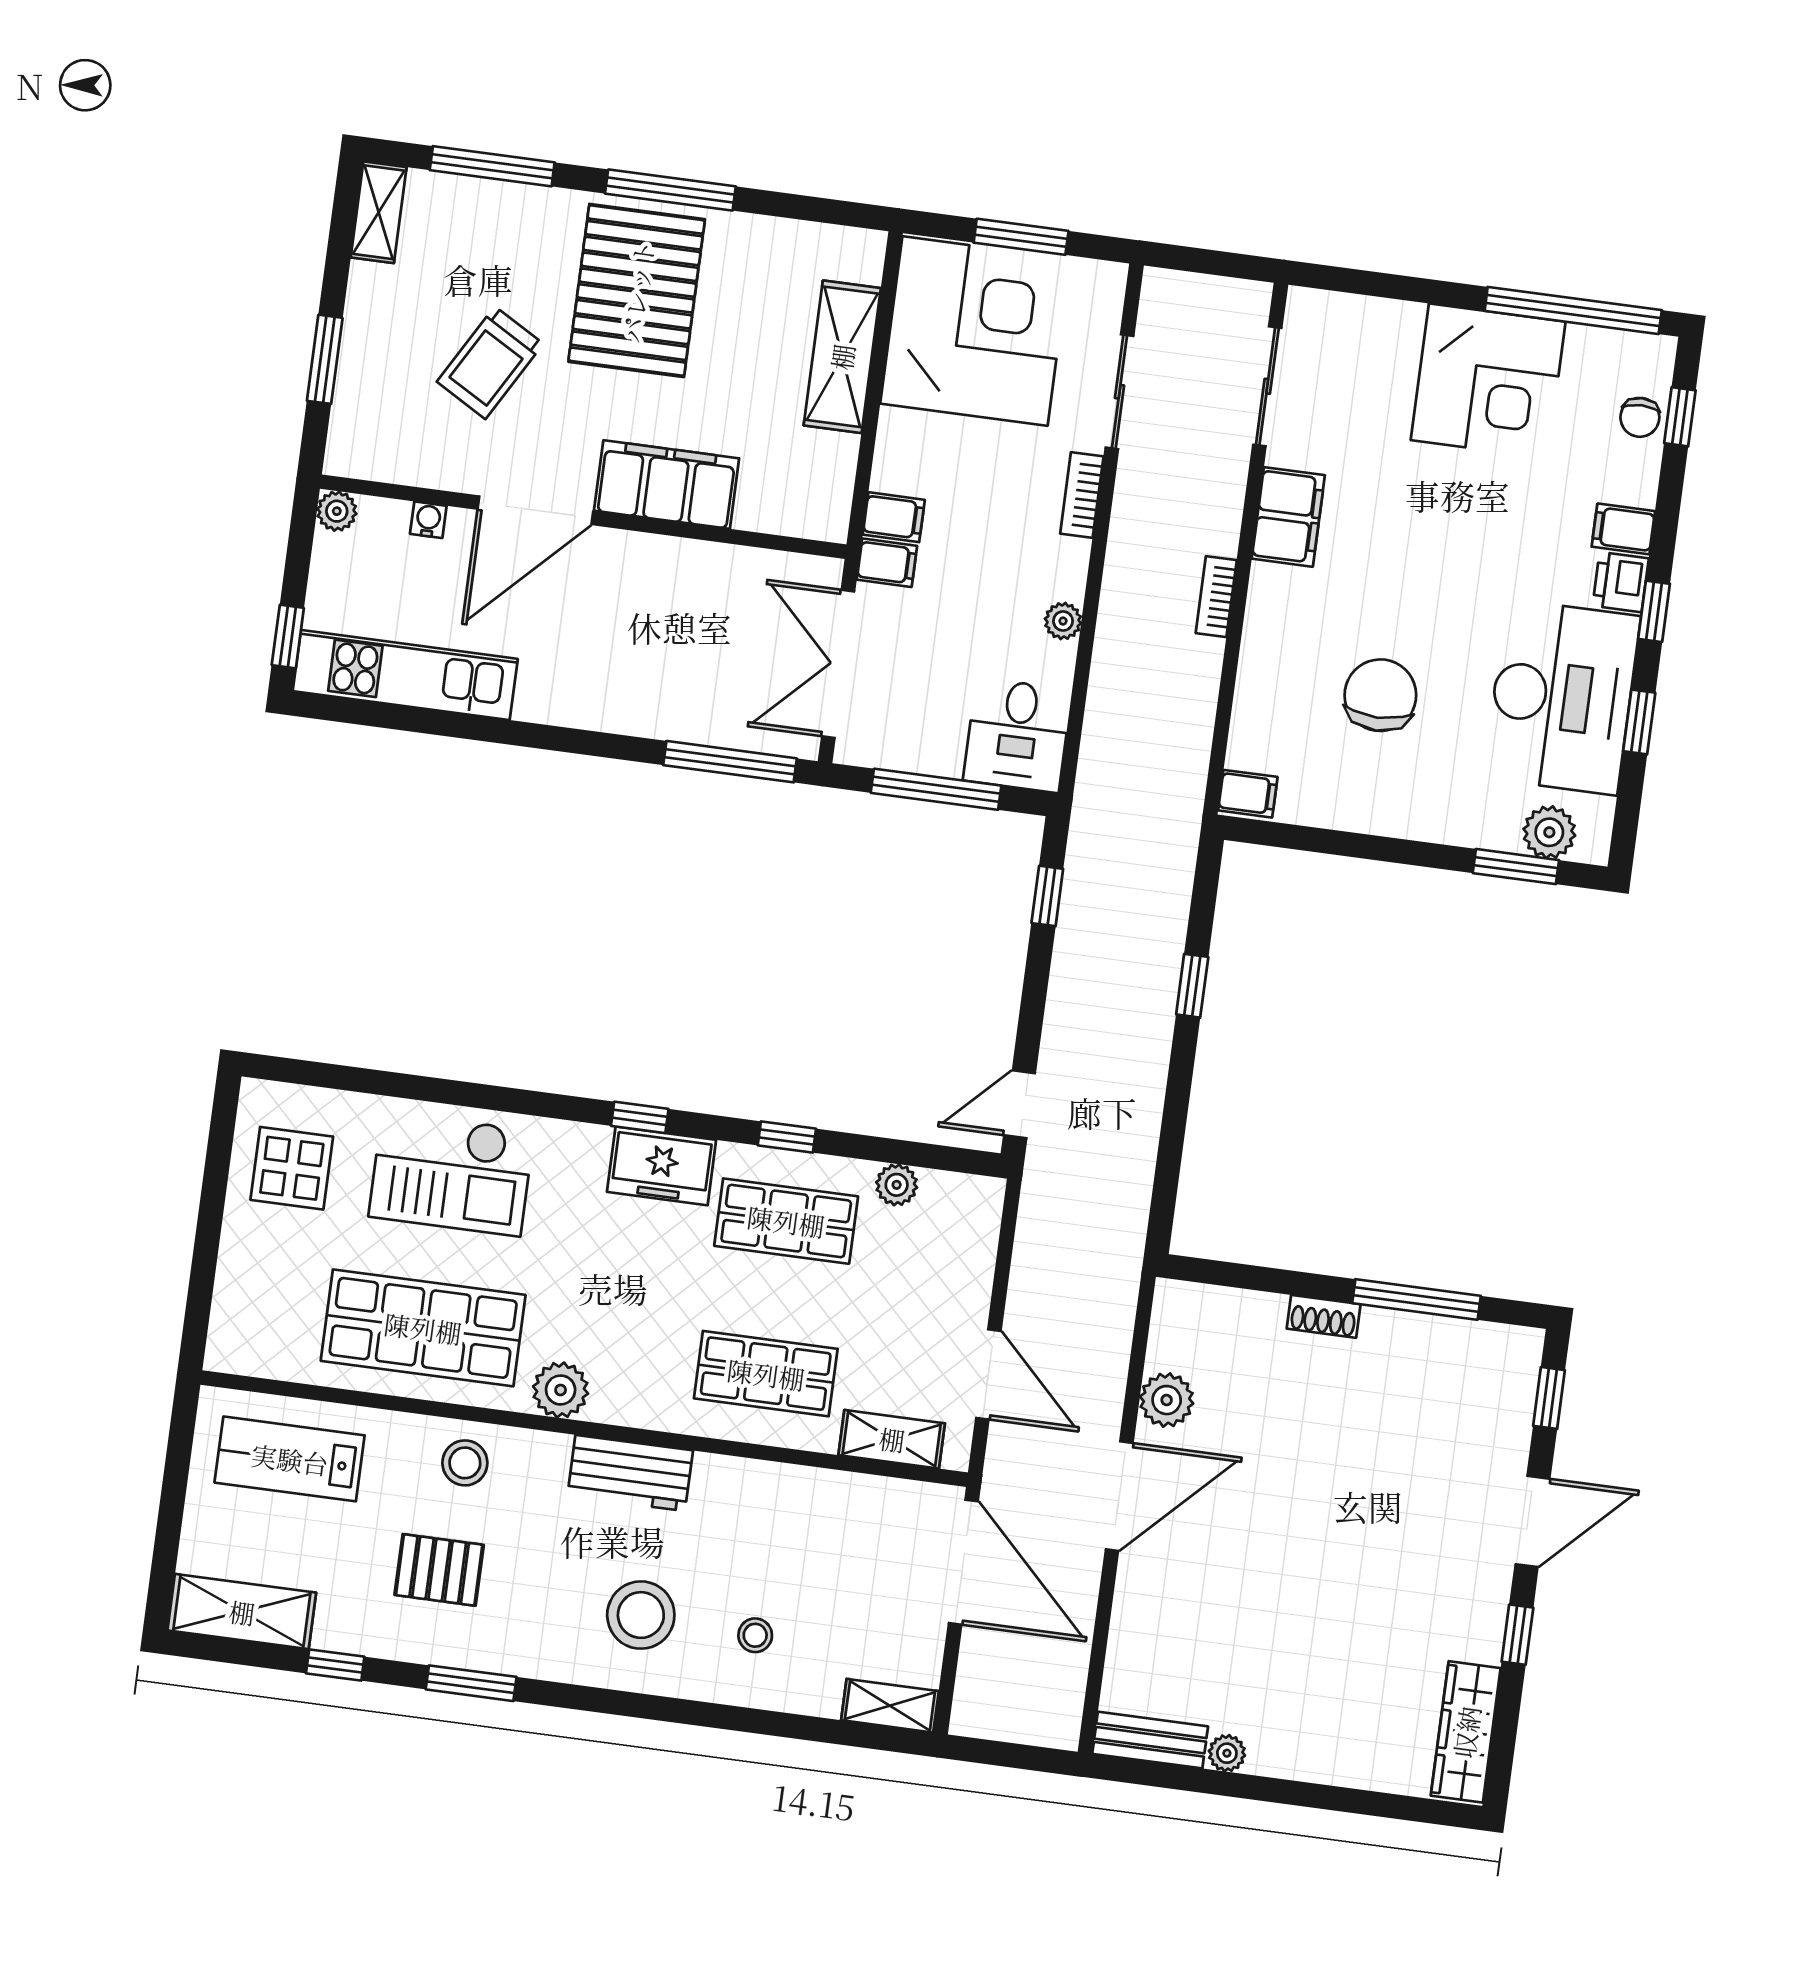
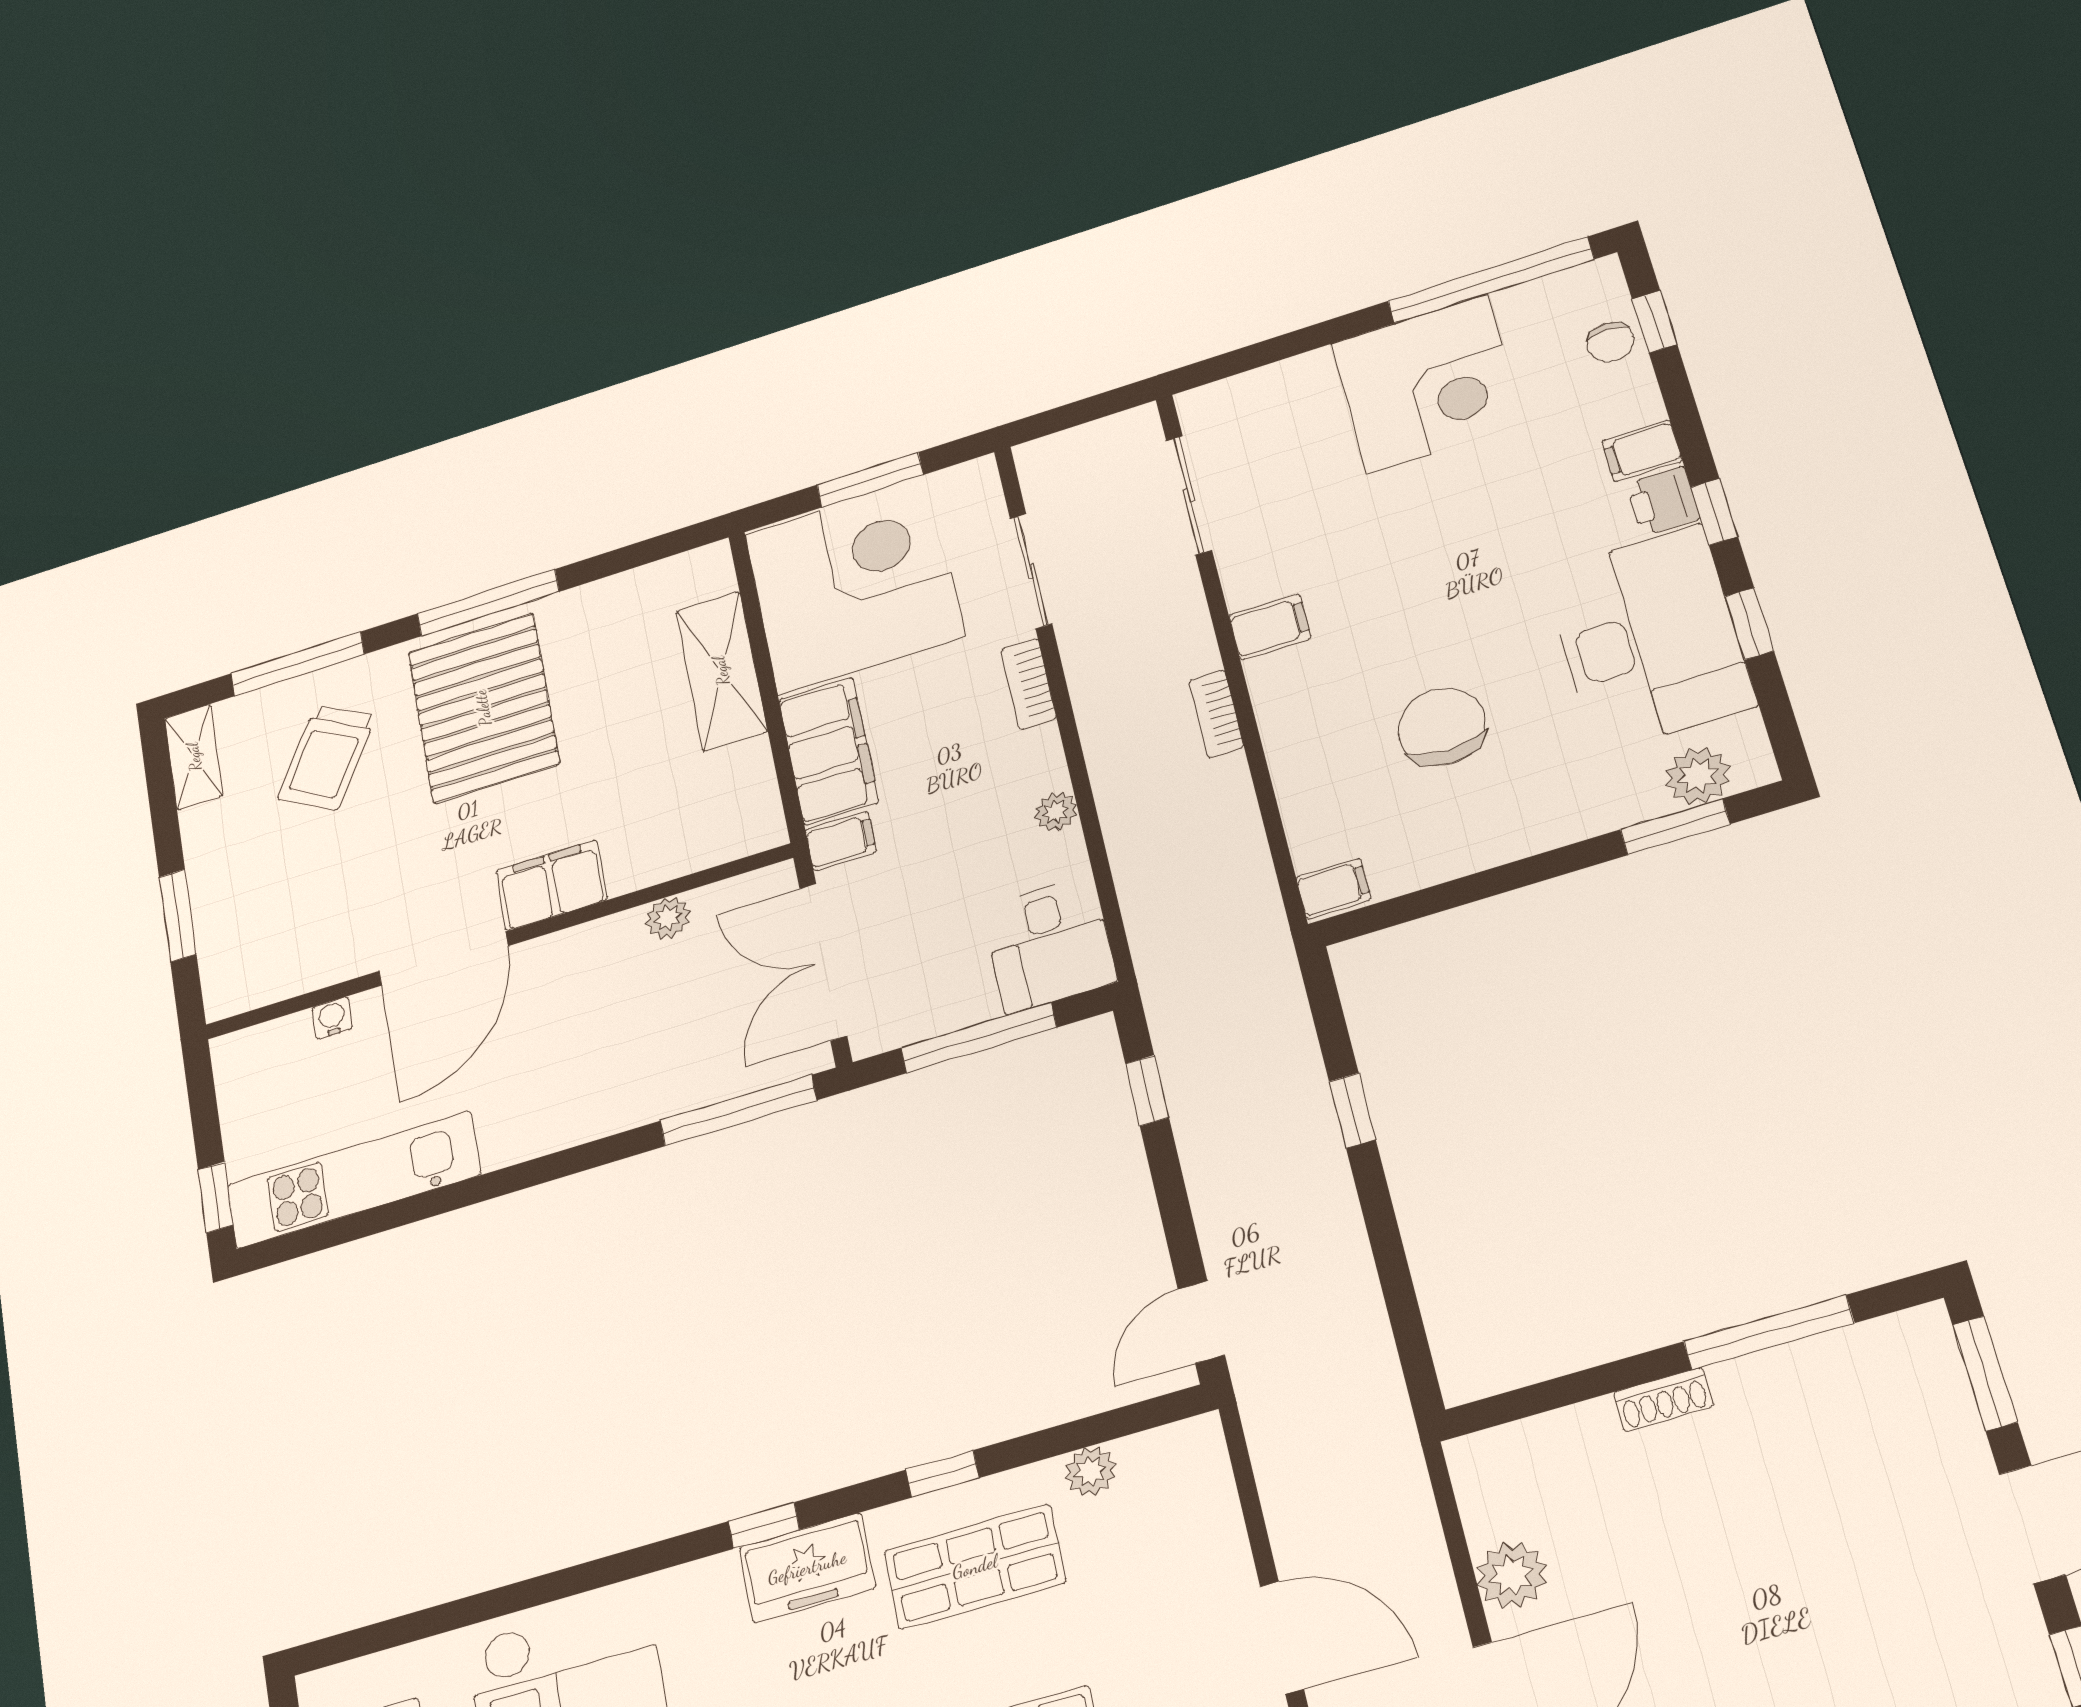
trolley: (490, 363) -> (327, 757), moved
filing cabinet: (667, 485) -> (552, 885), width x0.67, depth x0.86
plant: (337, 511) -> (668, 918), moved
filing cabinet: (894, 517) -> (829, 751), width x3.00, depth x1.17
filing cabinet: (1288, 517) -> (1270, 627), width x0.50
window: (1549, 1398) -> (1985, 1373), width x1.50

